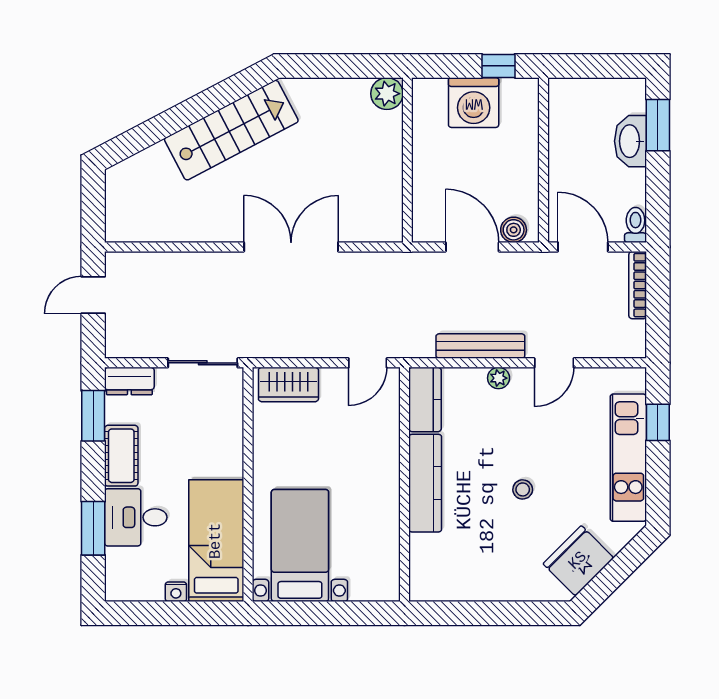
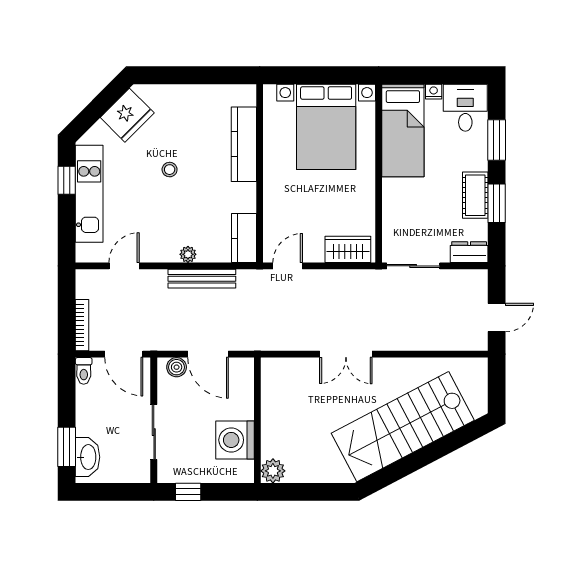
washing machine: (474, 103) -> (235, 440), moved, turned -90
stairs: (231, 130) -> (403, 427), width x1.36, depth x1.51
washbasin: (630, 141) -> (88, 457), moved
sliding door: (543, 145) -> (154, 432), added
double door: (291, 247) -> (346, 354), width x0.73
door: (554, 363) -> (124, 266), moved
window: (93, 416) -> (497, 203), moved
window: (658, 422) -> (67, 180), moved
kitchen counter: (425, 483) -> (244, 144), moved
desk: (136, 517) -> (465, 108), moved, turned -90
bed with nightstands: (300, 546) -> (326, 127), width x1.36

